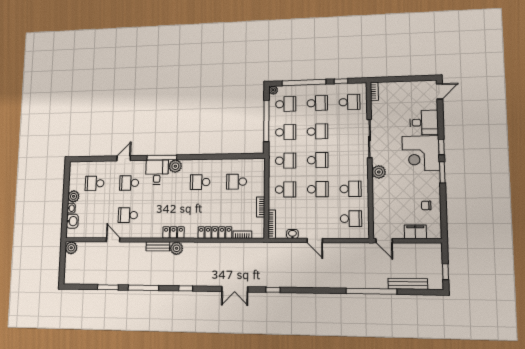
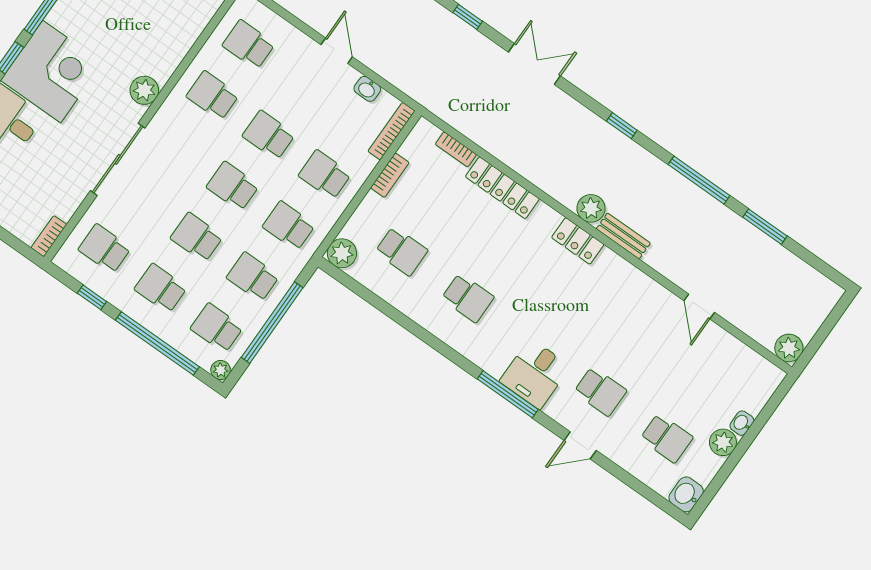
plant: (175, 166) -> (342, 253), moved
school desk: (128, 215) -> (642, 333), removed
washbasin: (72, 221) -> (686, 494), moved

